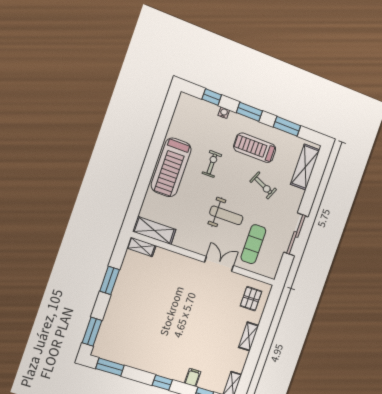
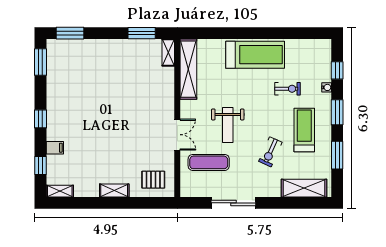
exercise bike: (212, 164) -> (288, 89), moved
treadmill: (171, 167) -> (255, 55), turned 180
shelving: (154, 230) -> (188, 69), width x1.47
window: (110, 280) -> (142, 33), moved

